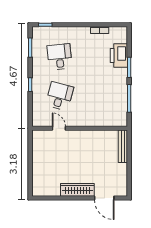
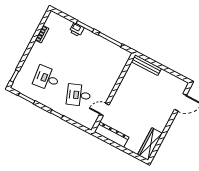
printer: (119, 56) -> (77, 30), width x0.53, depth x0.68
desk: (60, 96) -> (79, 95), turned -36
dresser: (38, 148) -> (112, 135), added
wardrobe: (77, 190) -> (150, 144), moved

